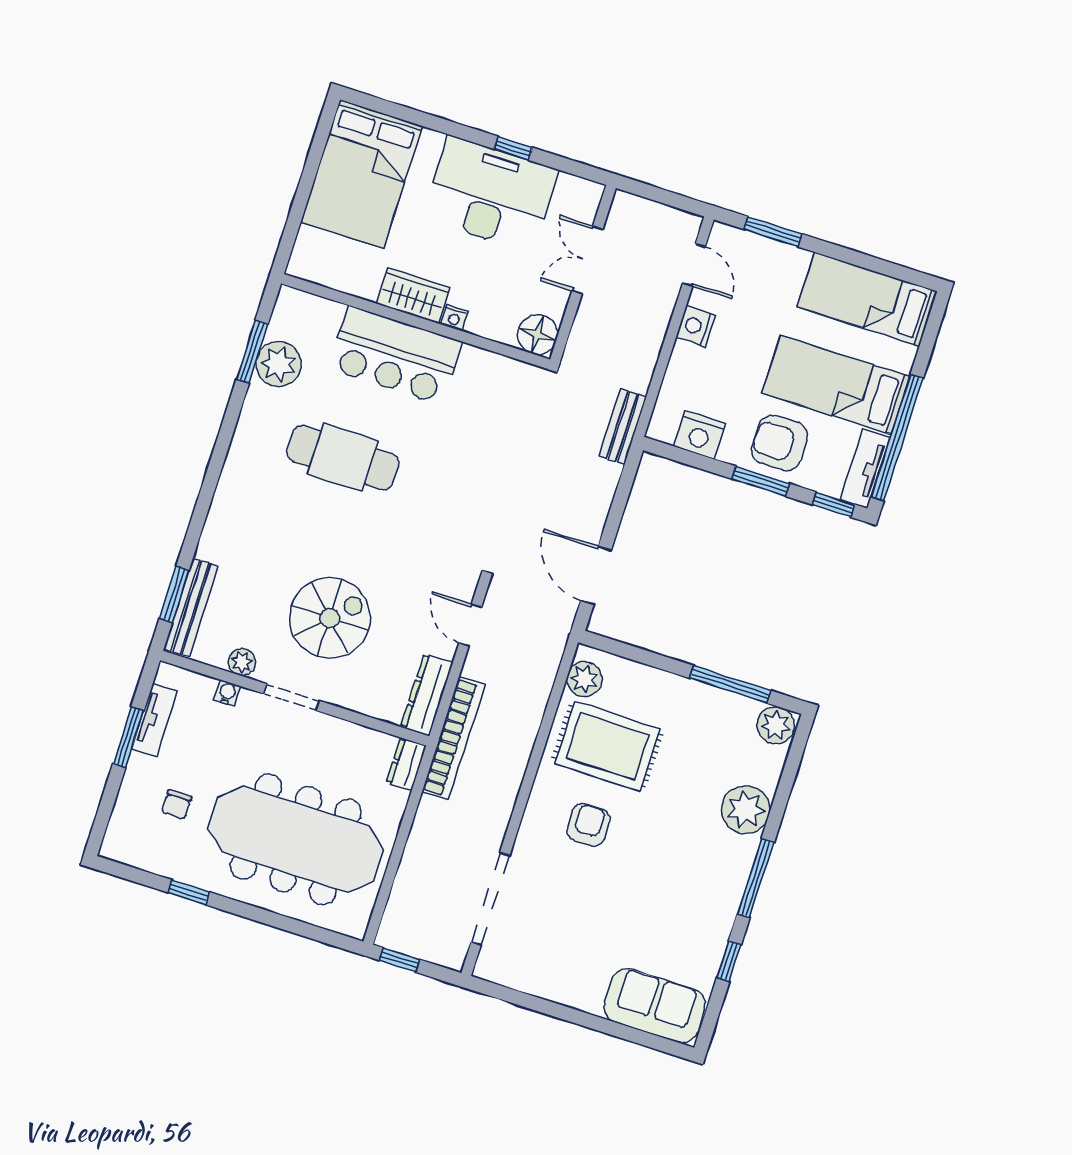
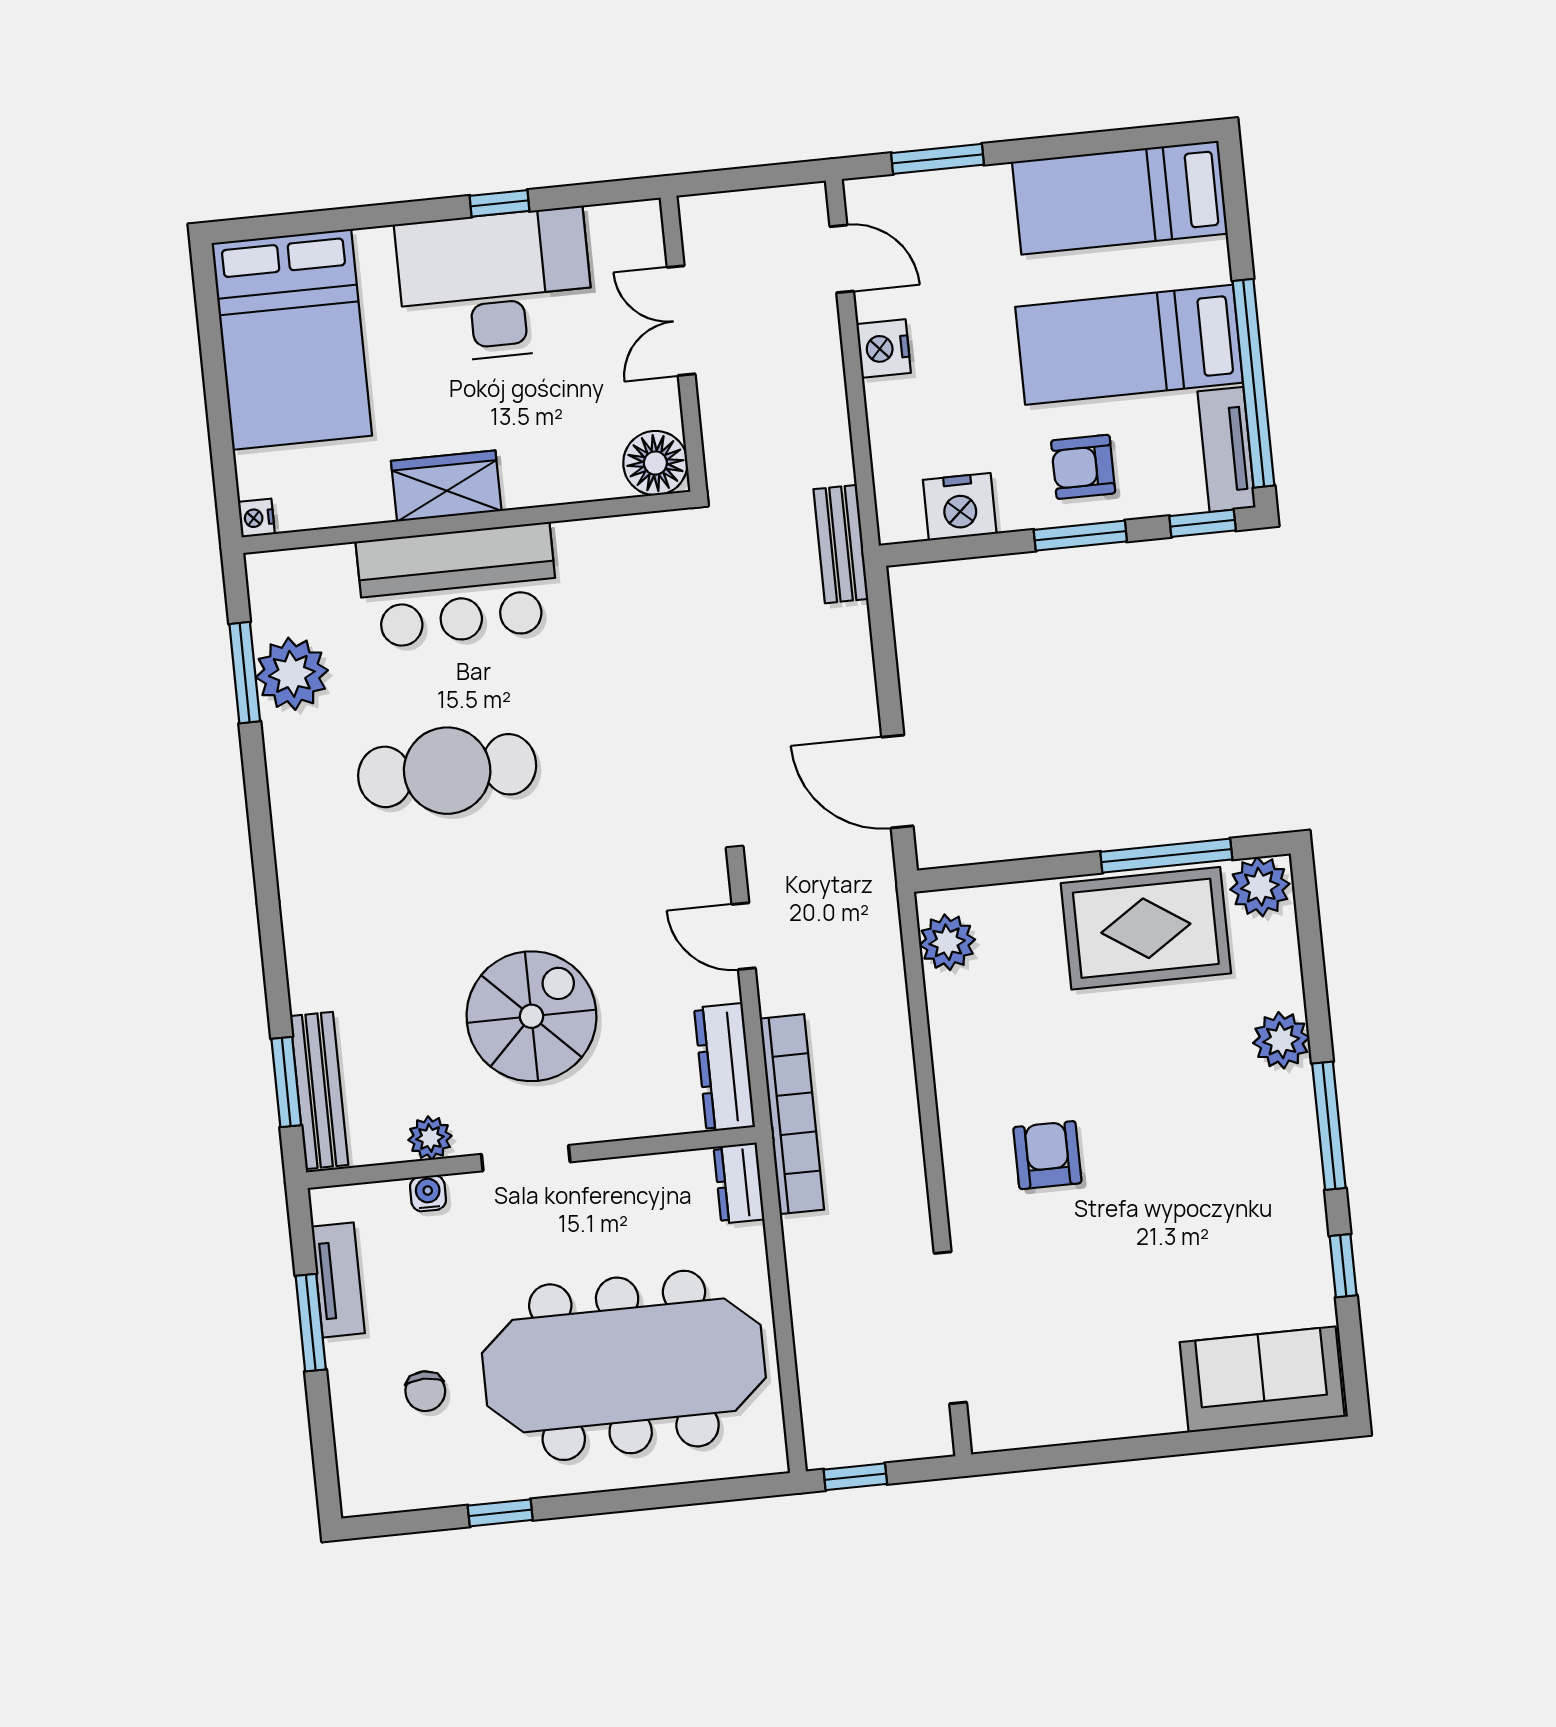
nightstand: (454, 318) -> (256, 518), moved, turned 90
armchair: (779, 443) -> (1083, 467), width x0.72, depth x0.72
rug: (607, 746) -> (1146, 928), moved
plant: (746, 810) -> (1281, 1040), width x0.73, depth x0.73

